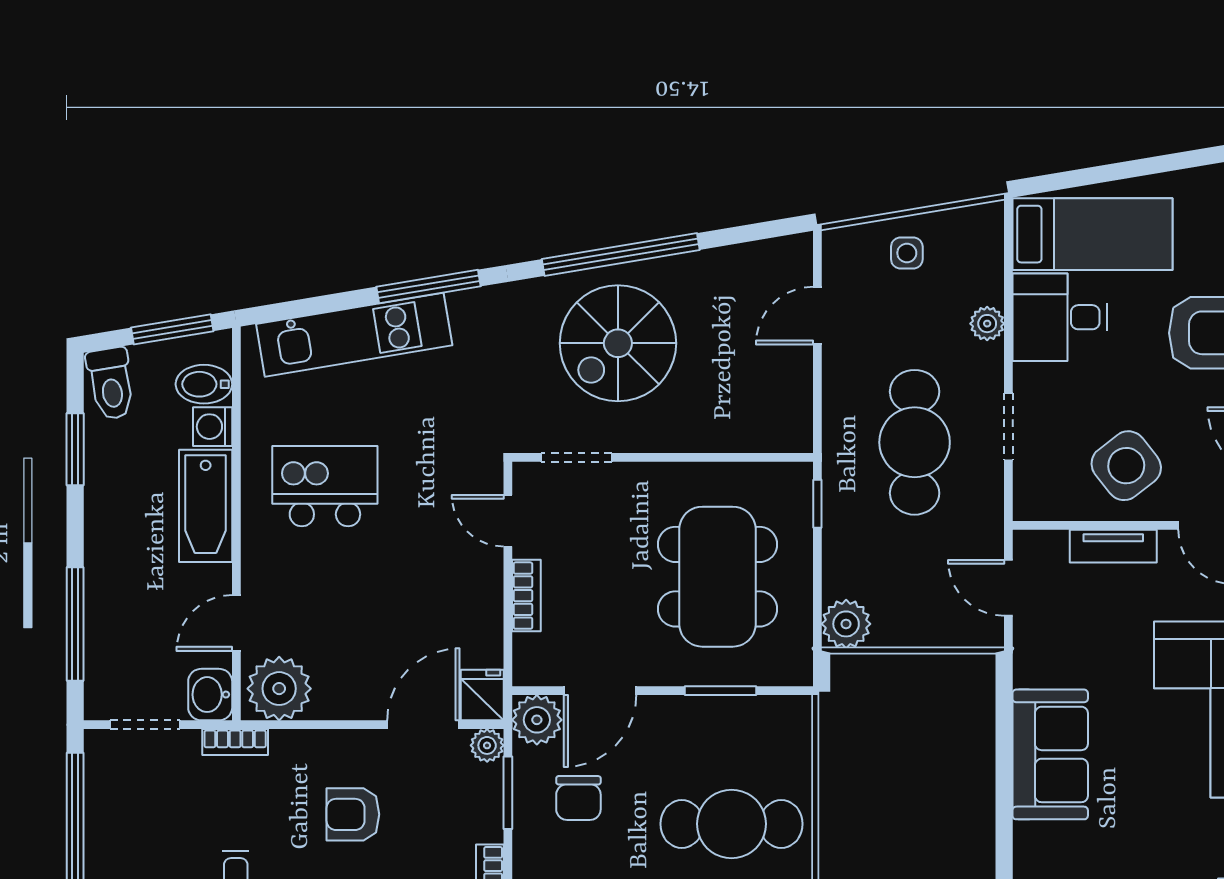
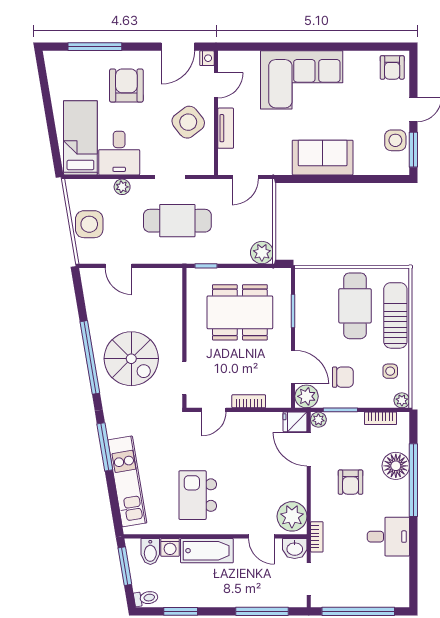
side table: (907, 253) -> (89, 224), width x1.87, depth x1.87
toilet: (111, 384) -> (146, 598), width x0.73, depth x0.72

